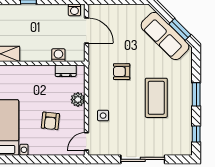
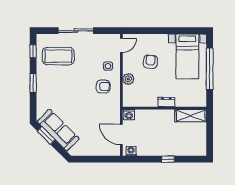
washing machine: (58, 55) -> (129, 115), moved
dresser: (66, 71) -> (166, 102), moved
armchair: (122, 72) -> (103, 86), moved
coffee table: (156, 98) -> (58, 56), moved, turned 90

